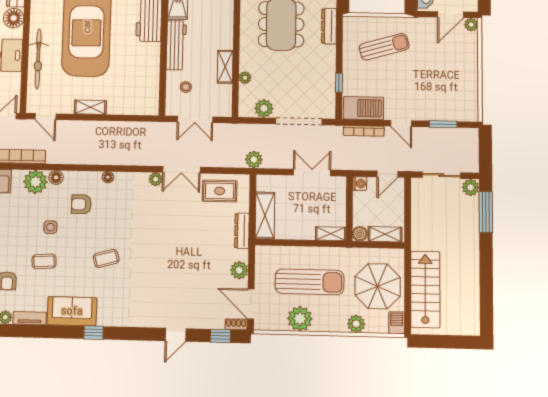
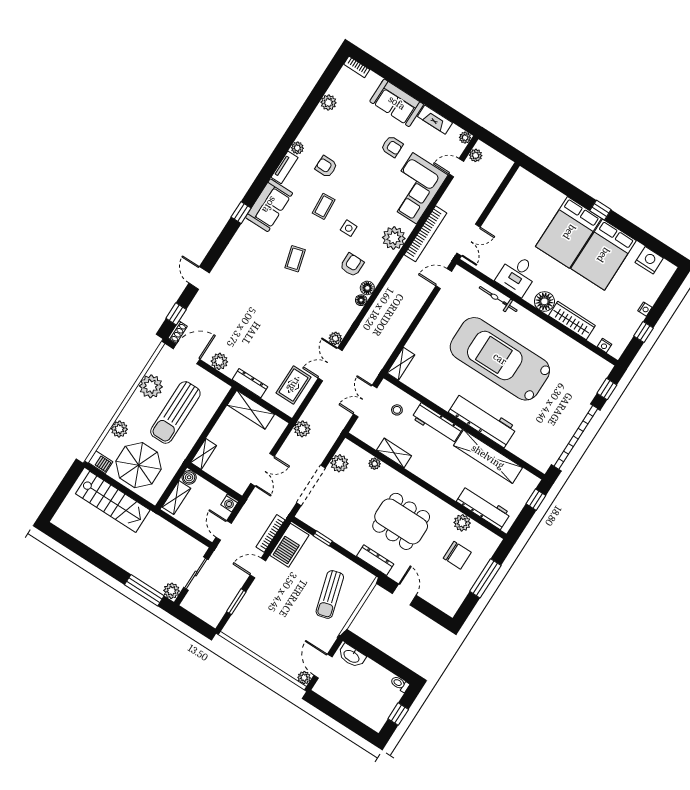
bicycle: (38, 59) -> (498, 299), width x0.73, depth x0.71
shelving: (90, 107) -> (401, 364), moved
floor lamp: (56, 177) -> (367, 288), moved

